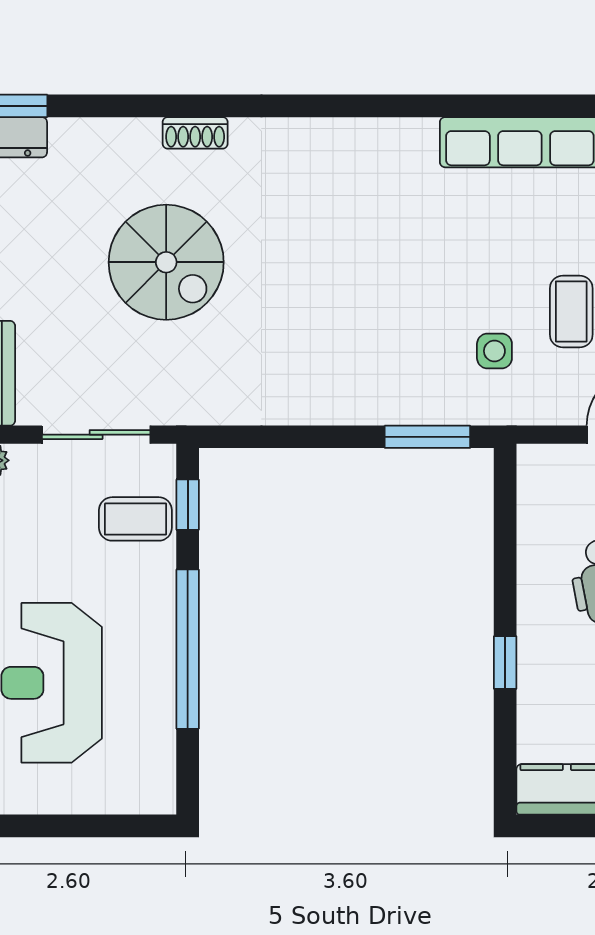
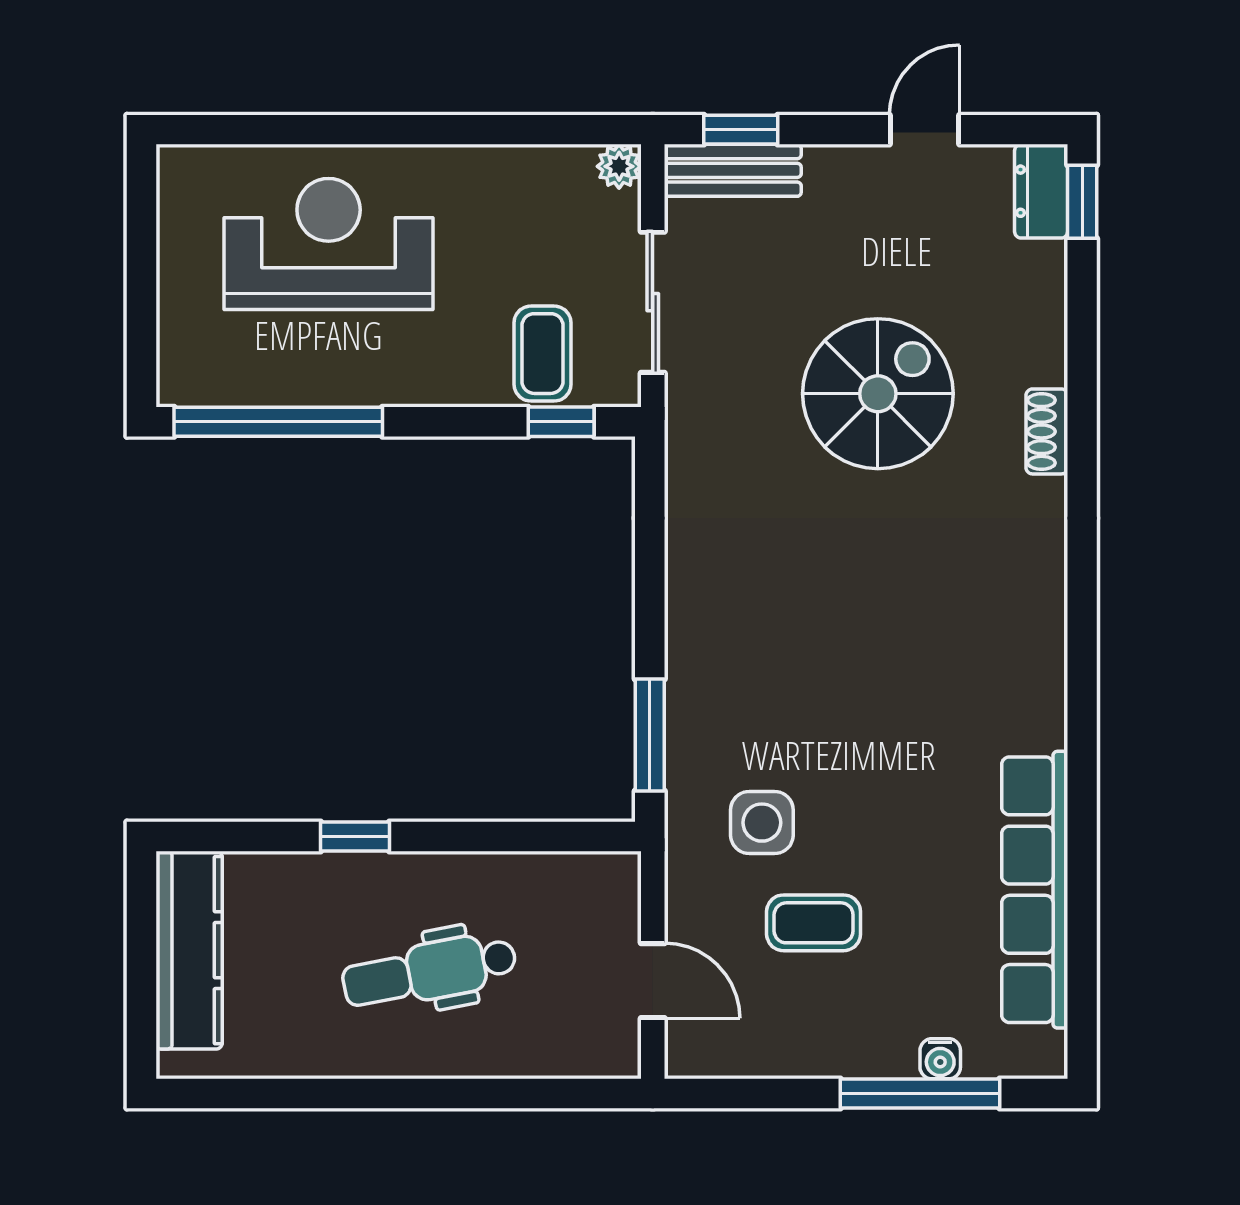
spiral stairs: (166, 262) -> (878, 394), turned 180
side table: (494, 351) -> (762, 823), width x1.37, depth x1.37
window: (188, 649) -> (278, 422), moved

